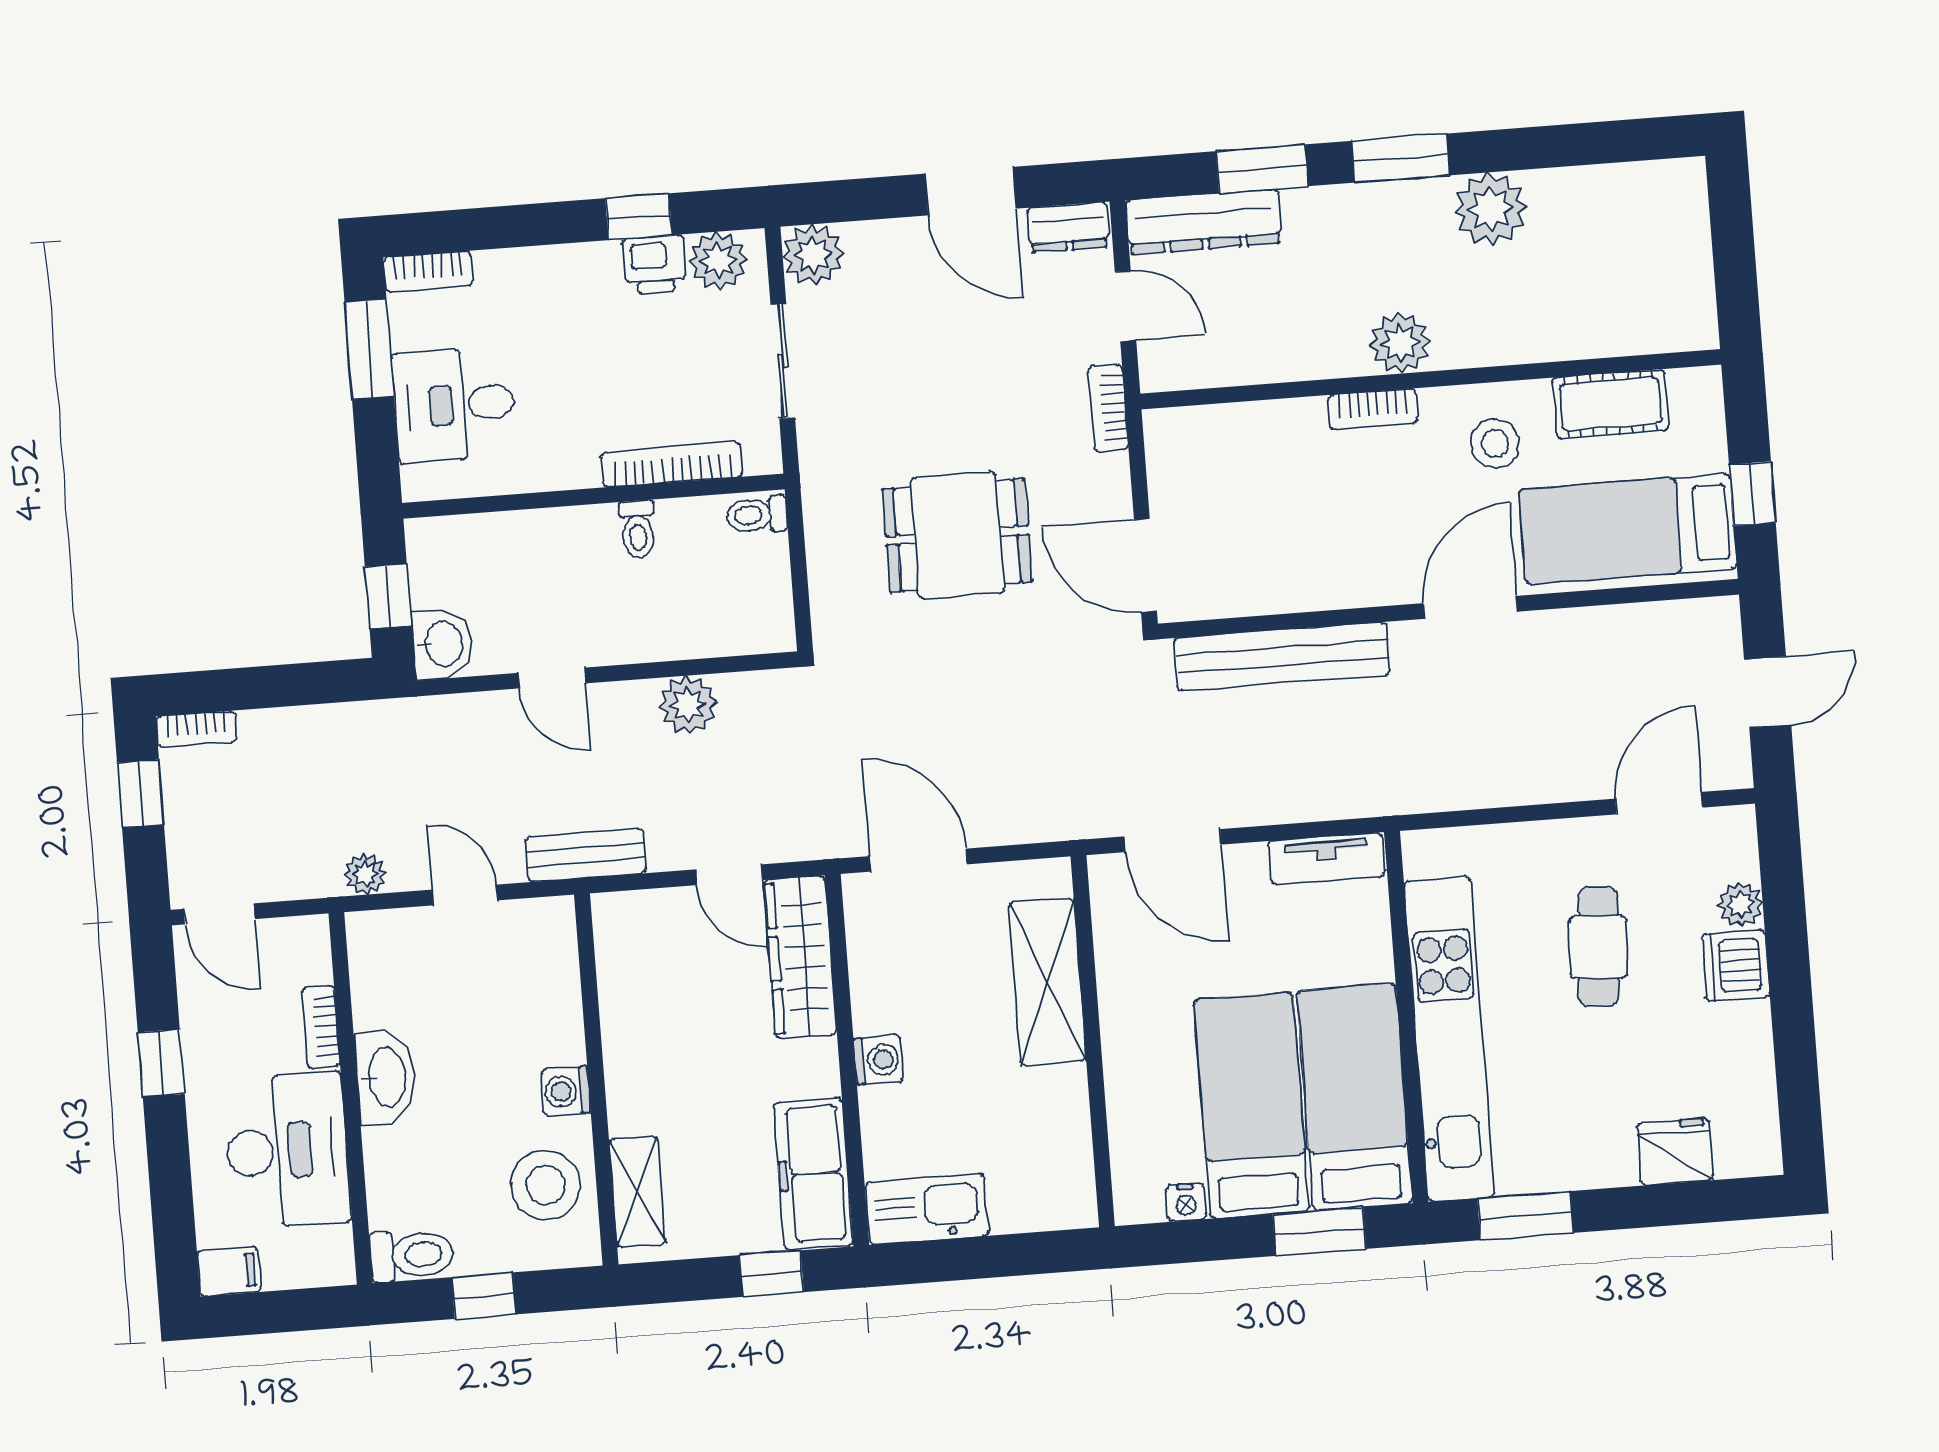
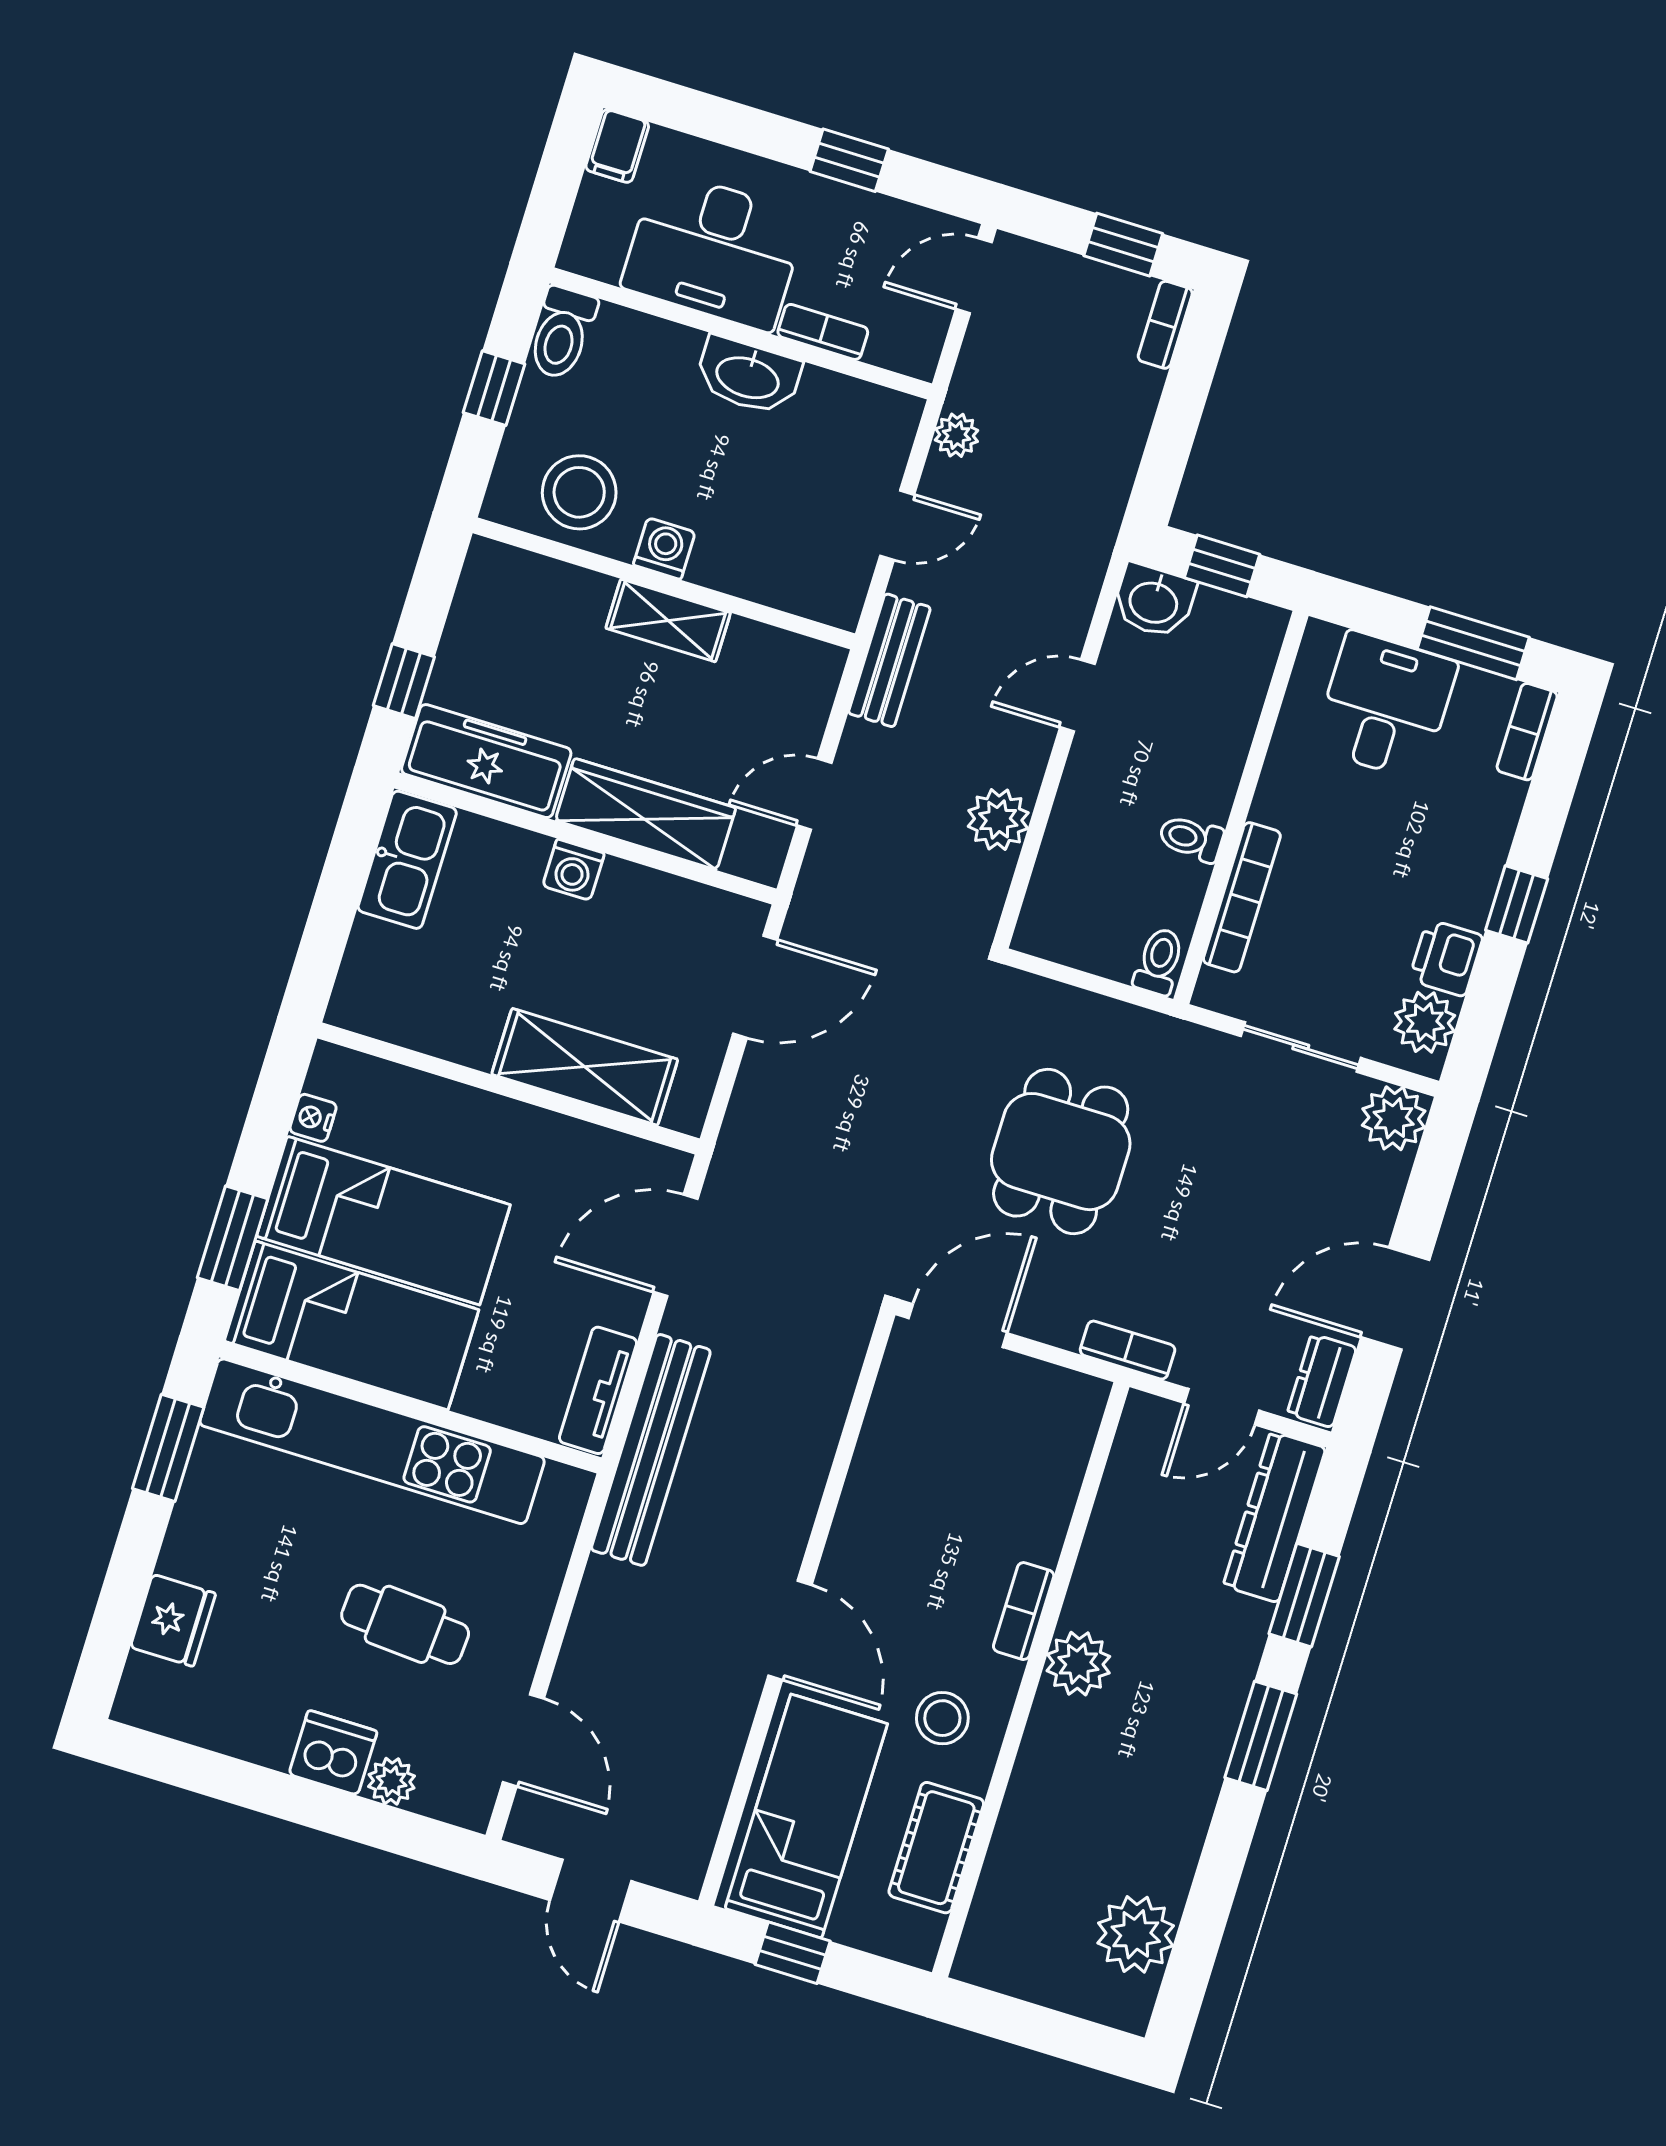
plant: (1490, 209) -> (1136, 1934), moved
window: (639, 217) -> (1517, 904), moved
bench: (1282, 656) -> (651, 1450), moved
wardrobe: (800, 957) -> (646, 814), moved
shelving: (637, 1192) -> (668, 620), moved

